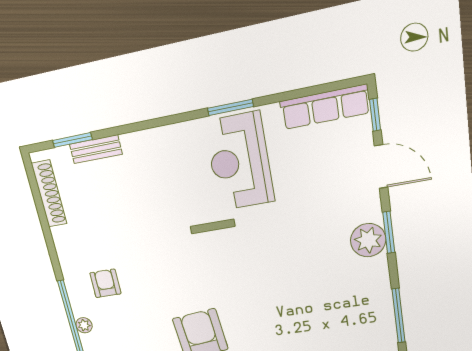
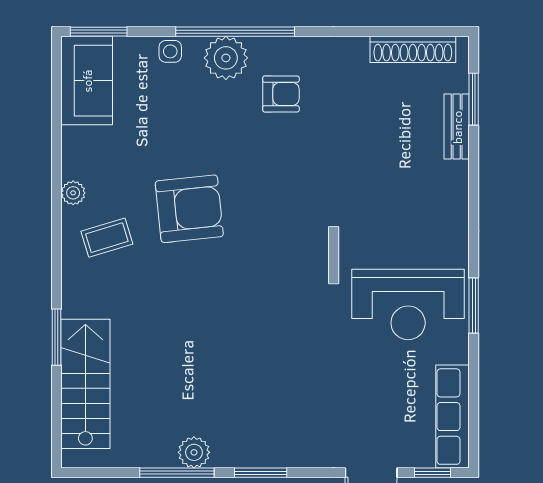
reception desk: (239, 162) -> (408, 304), turned 180
window: (389, 232) -> (261, 473), moved
plant: (368, 240) -> (194, 452), moved, width x0.73, depth x0.73
plant: (84, 325) -> (226, 58), width x1.87, depth x1.87

